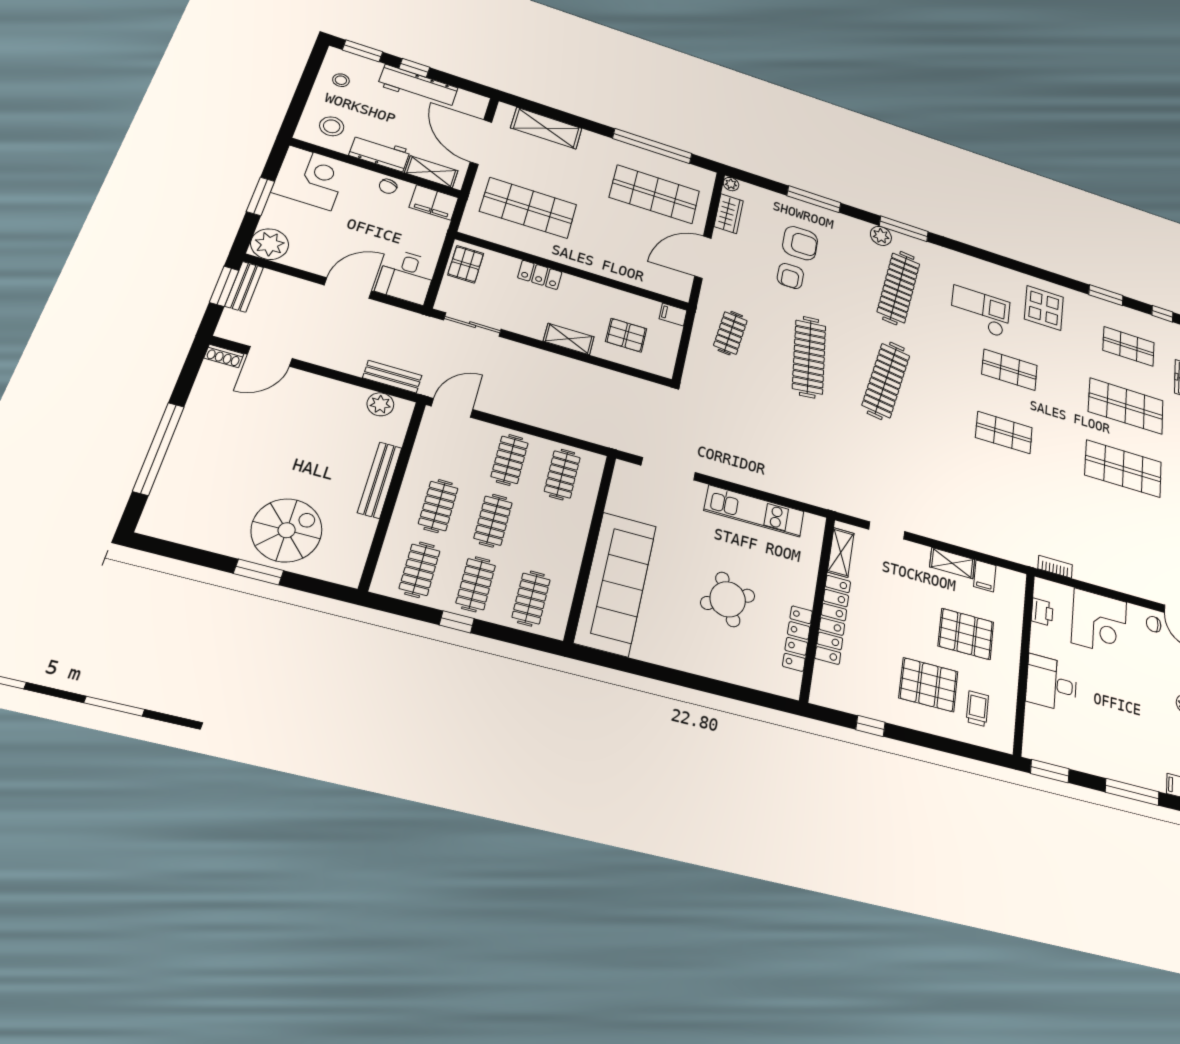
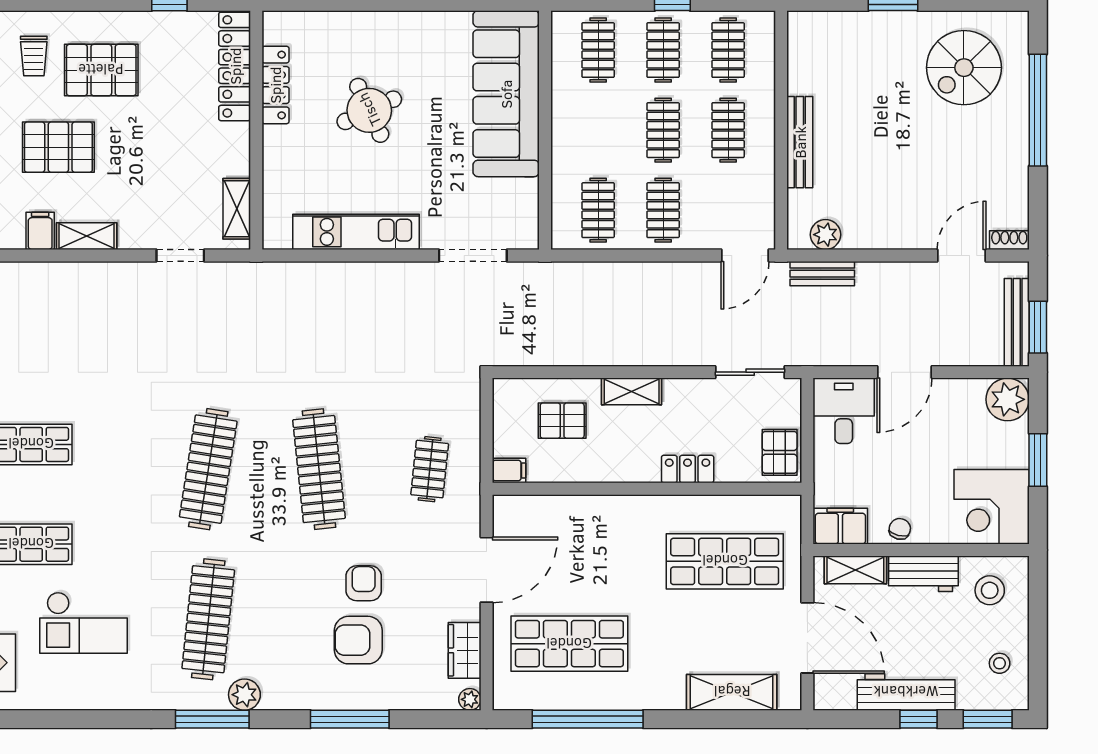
bench: (244, 287) -> (1017, 322), width x1.36
spiral stairs: (287, 530) -> (964, 68), moved
locker: (833, 619) -> (235, 66), moved

